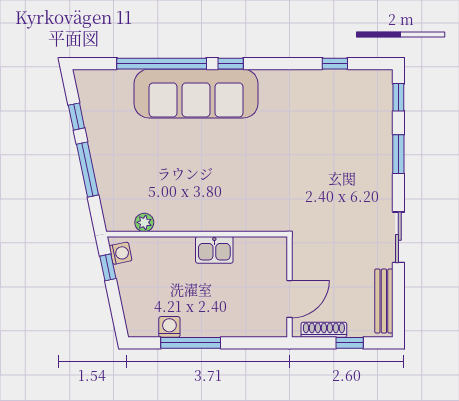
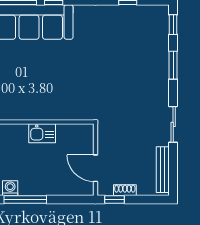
door: (290, 299) -> (96, 168), swing flipped
shoe rack: (324, 330) -> (125, 190), width x0.70
window: (350, 343) -> (115, 199), moved

